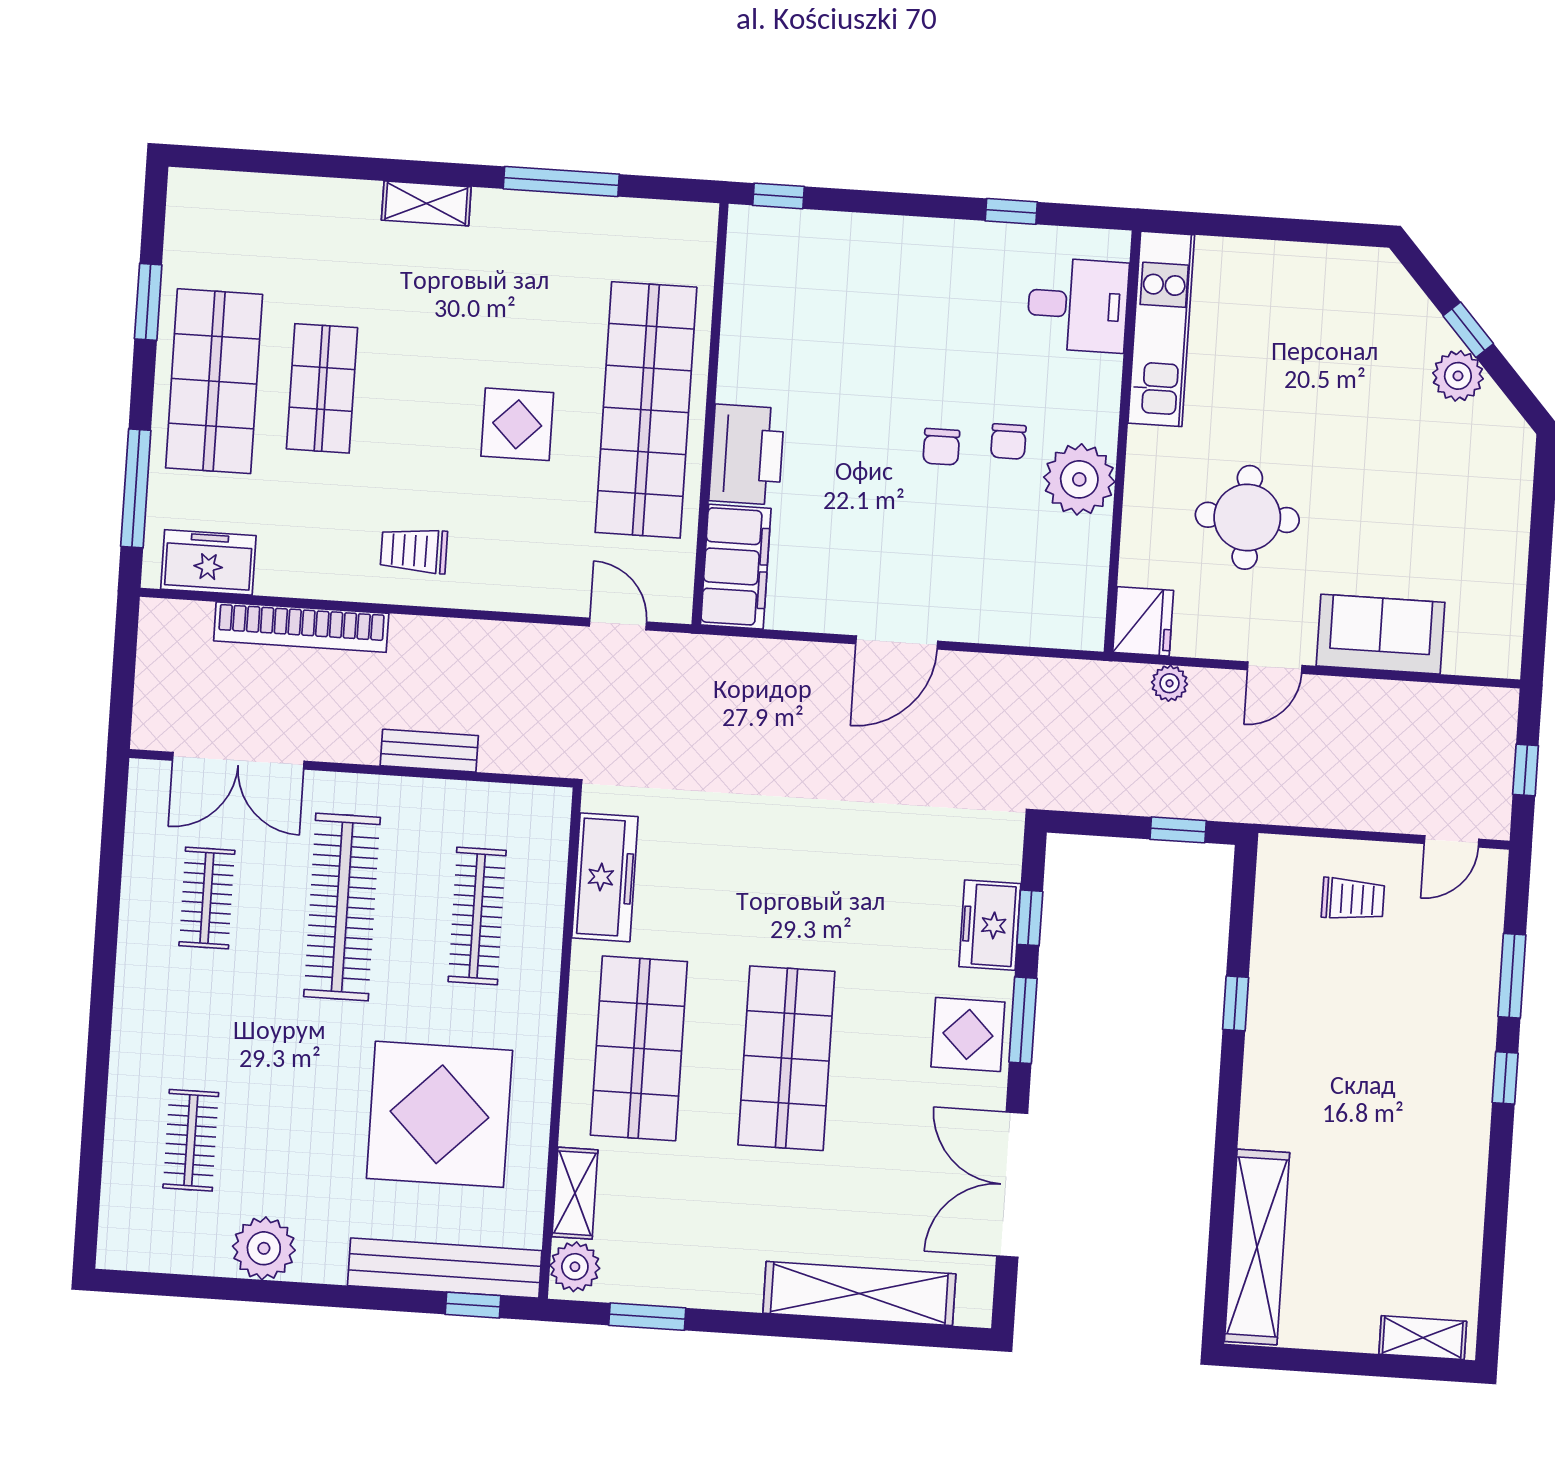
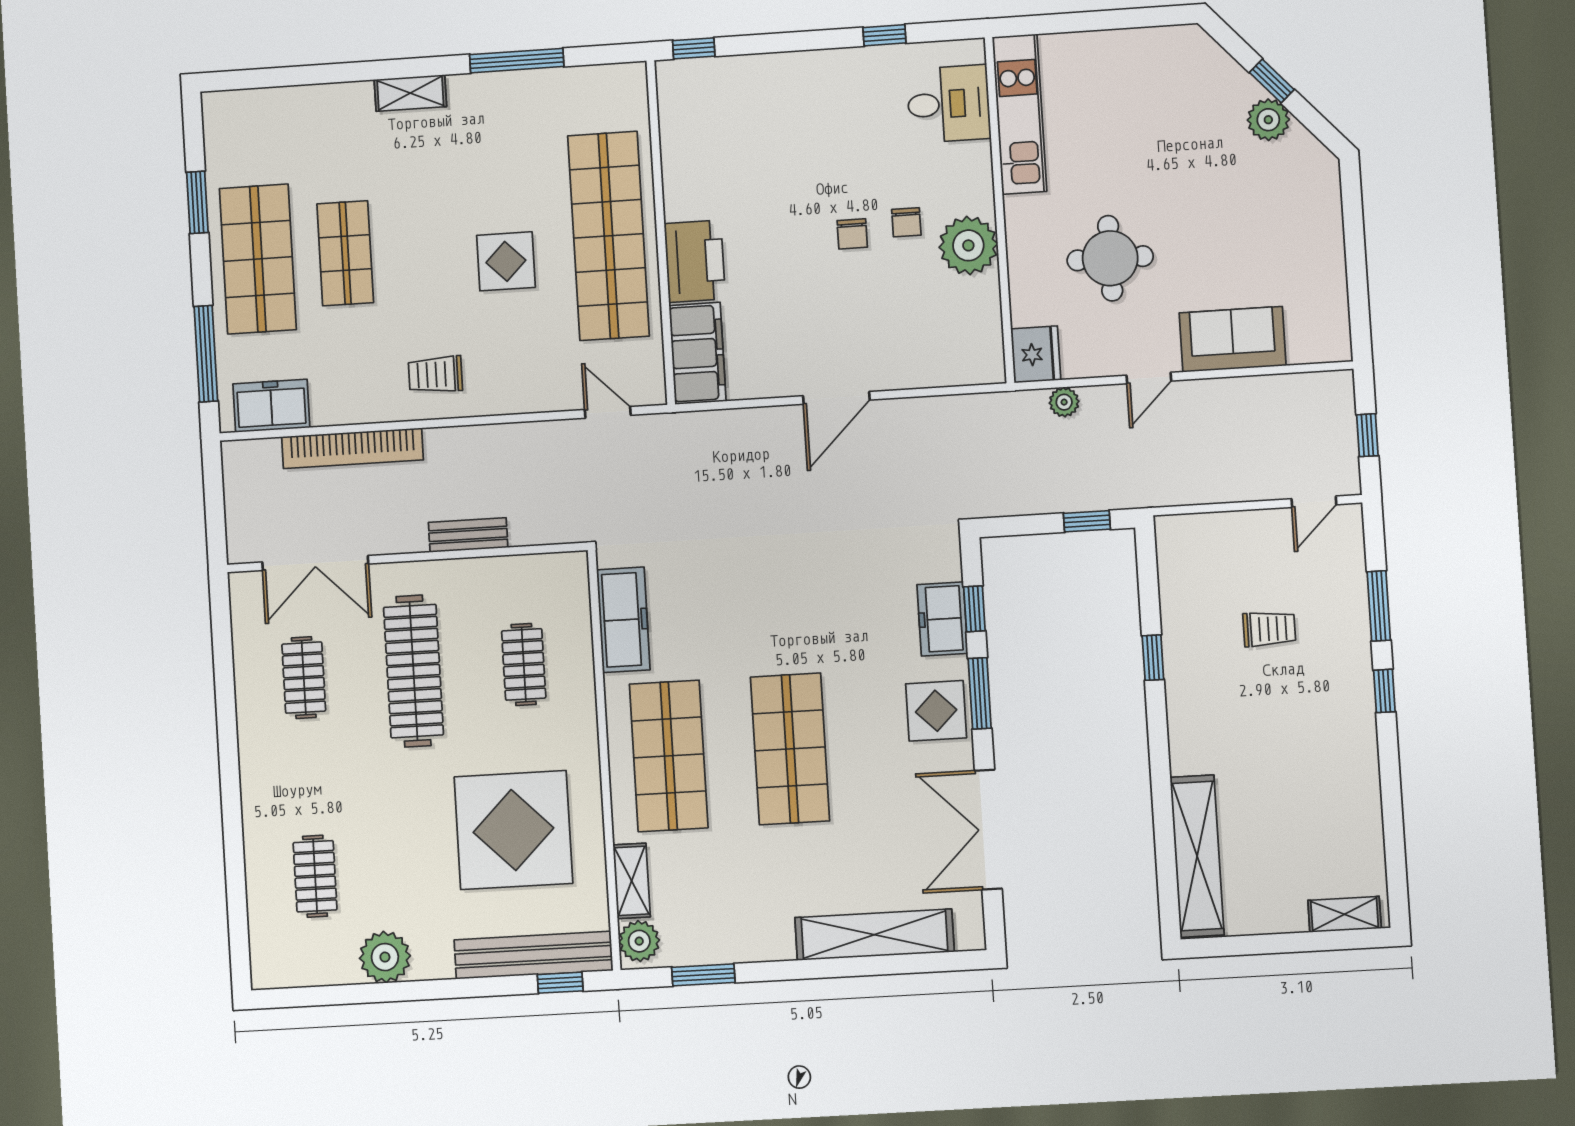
trolley: (1353, 899) -> (1269, 629), moved
clothes rail: (477, 916) -> (524, 664), width x0.73

